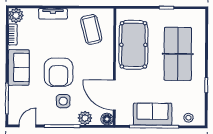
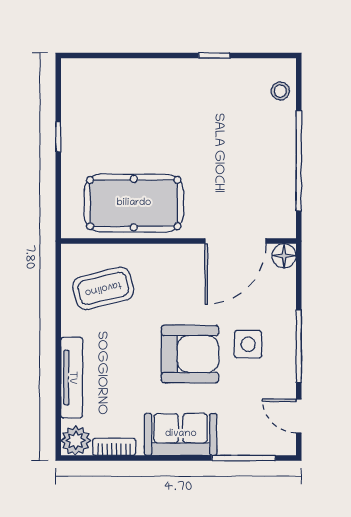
tv unit: (53, 14) -> (72, 378), width x1.41
table tennis table: (178, 54) -> (152, 113), removed
sofa: (153, 114) -> (274, 164), removed
plant: (85, 118) -> (282, 300), removed

